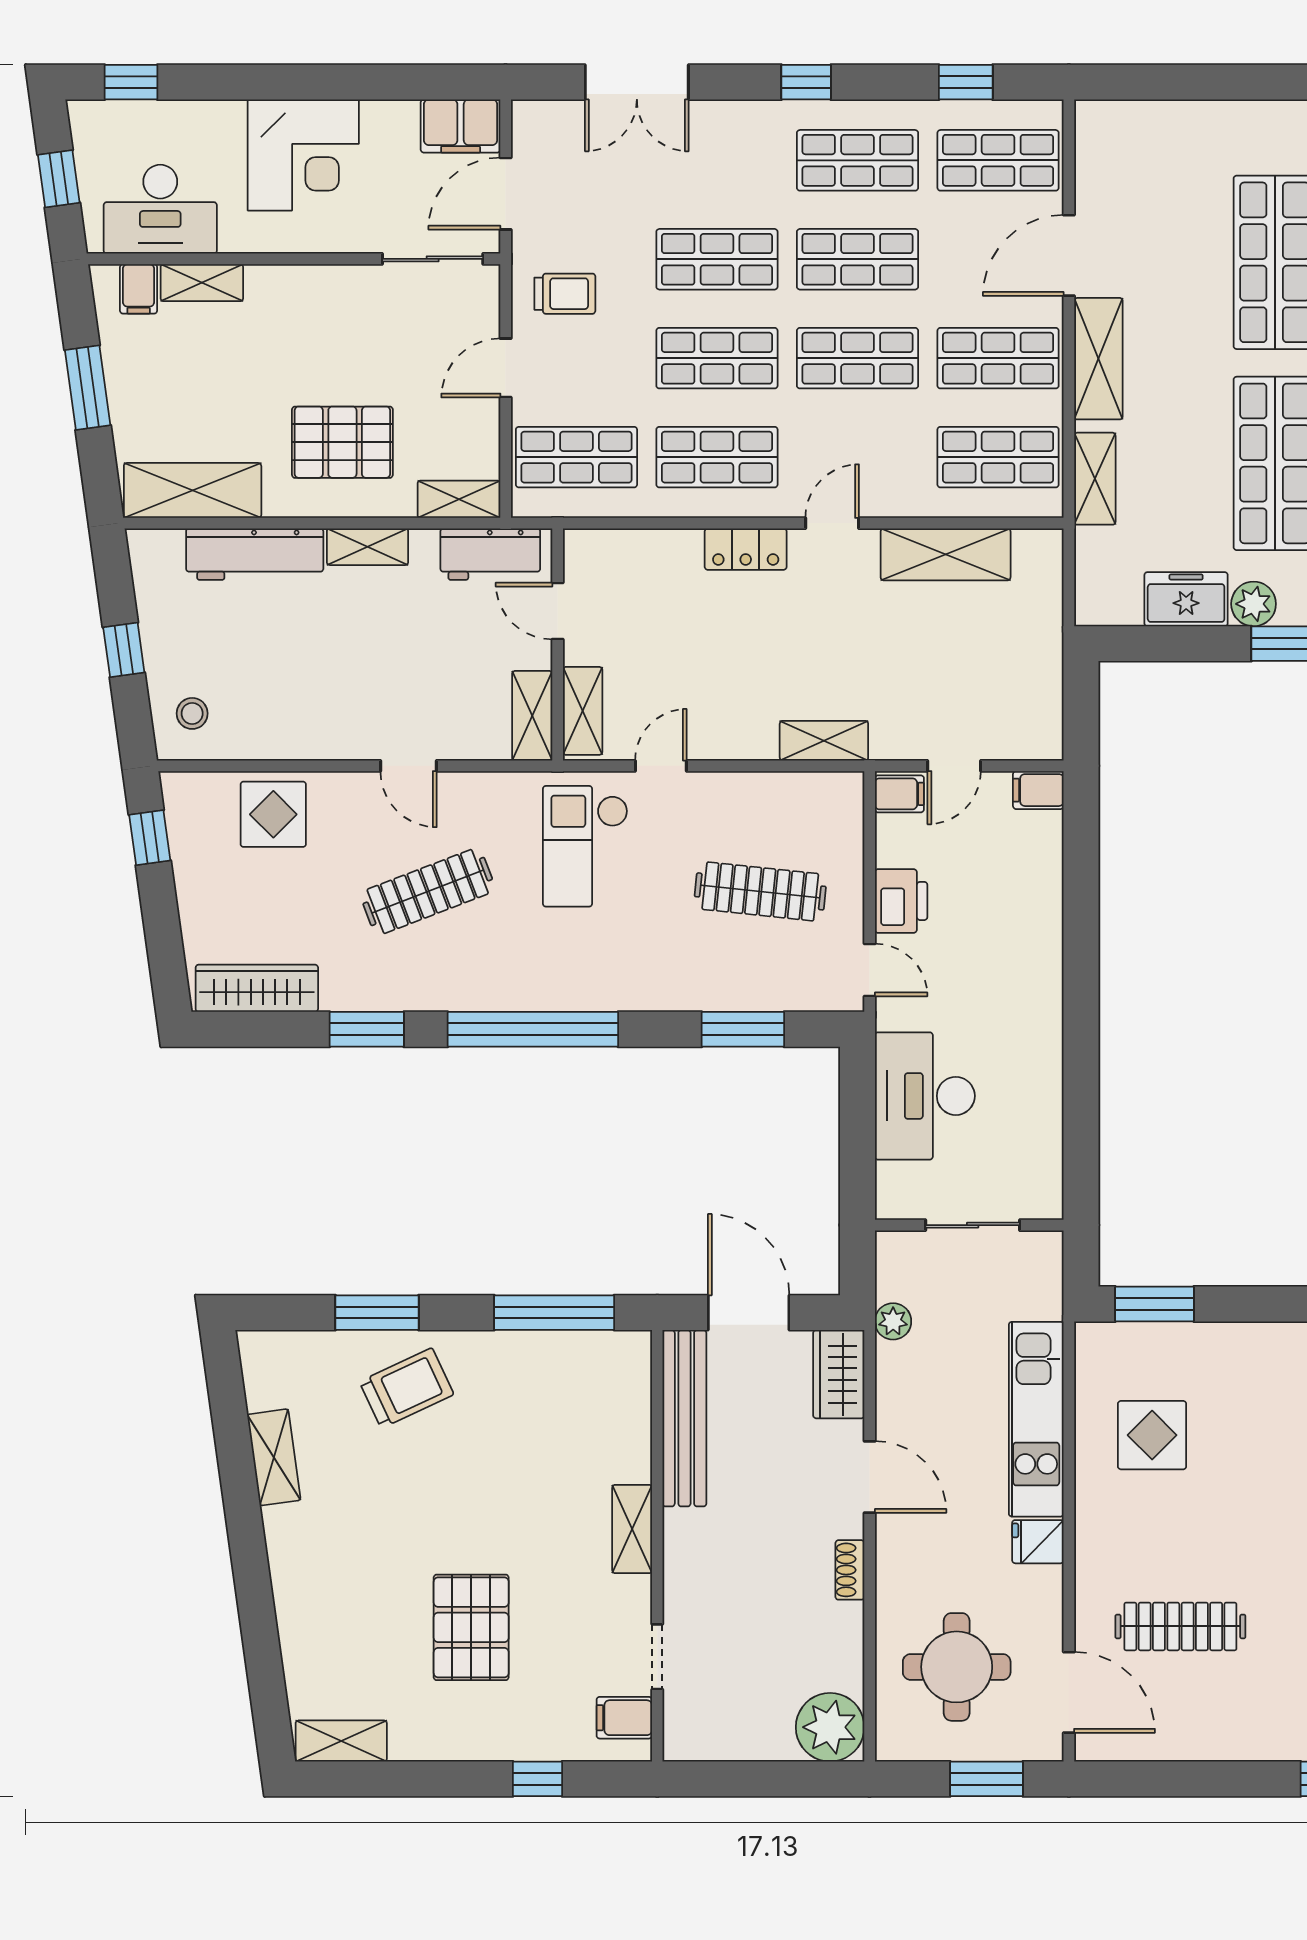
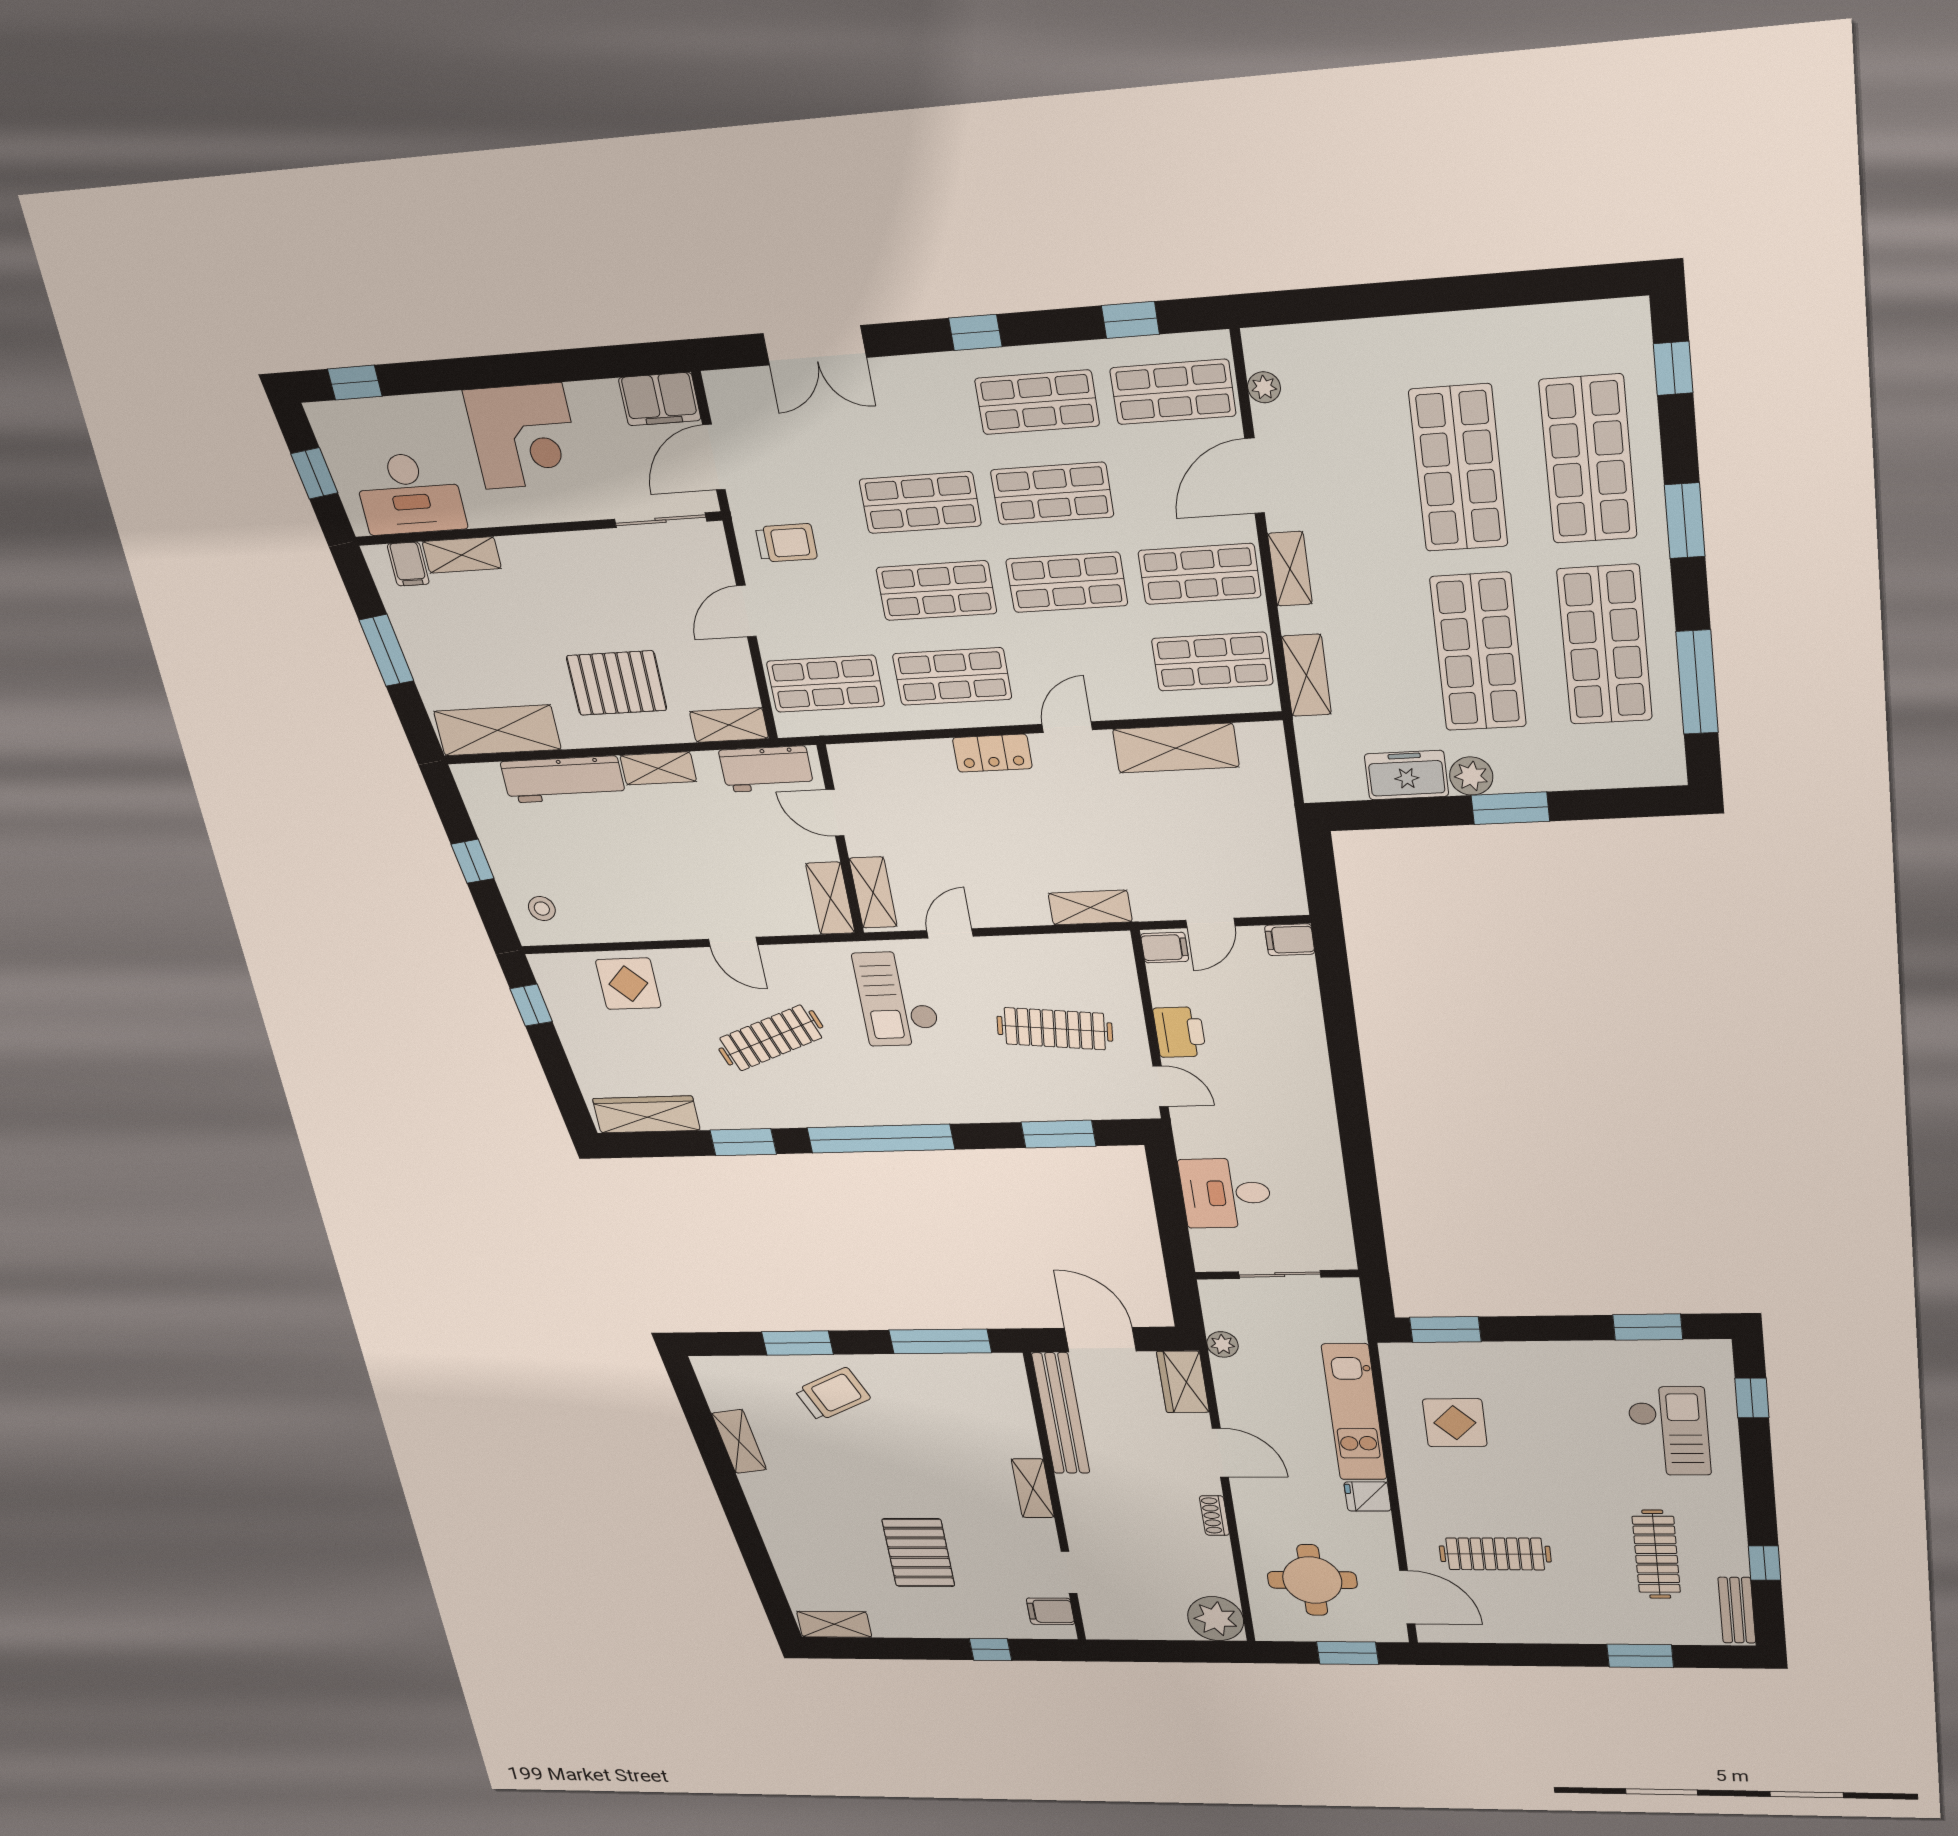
plant: (1090, 163) -> (1264, 387), added
shelving: (1098, 359) -> (1290, 569), width x0.67, depth x0.75
desk: (925, 1096) -> (1226, 1193), width x0.73

